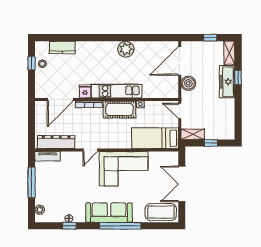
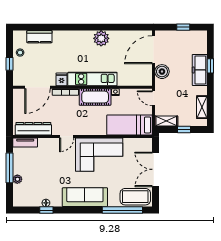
shelving: (229, 53) -> (202, 107), moved
window: (32, 63) -> (10, 64), moved
plant: (40, 210) -> (17, 179), moved
window: (120, 226) -> (122, 210), moved

